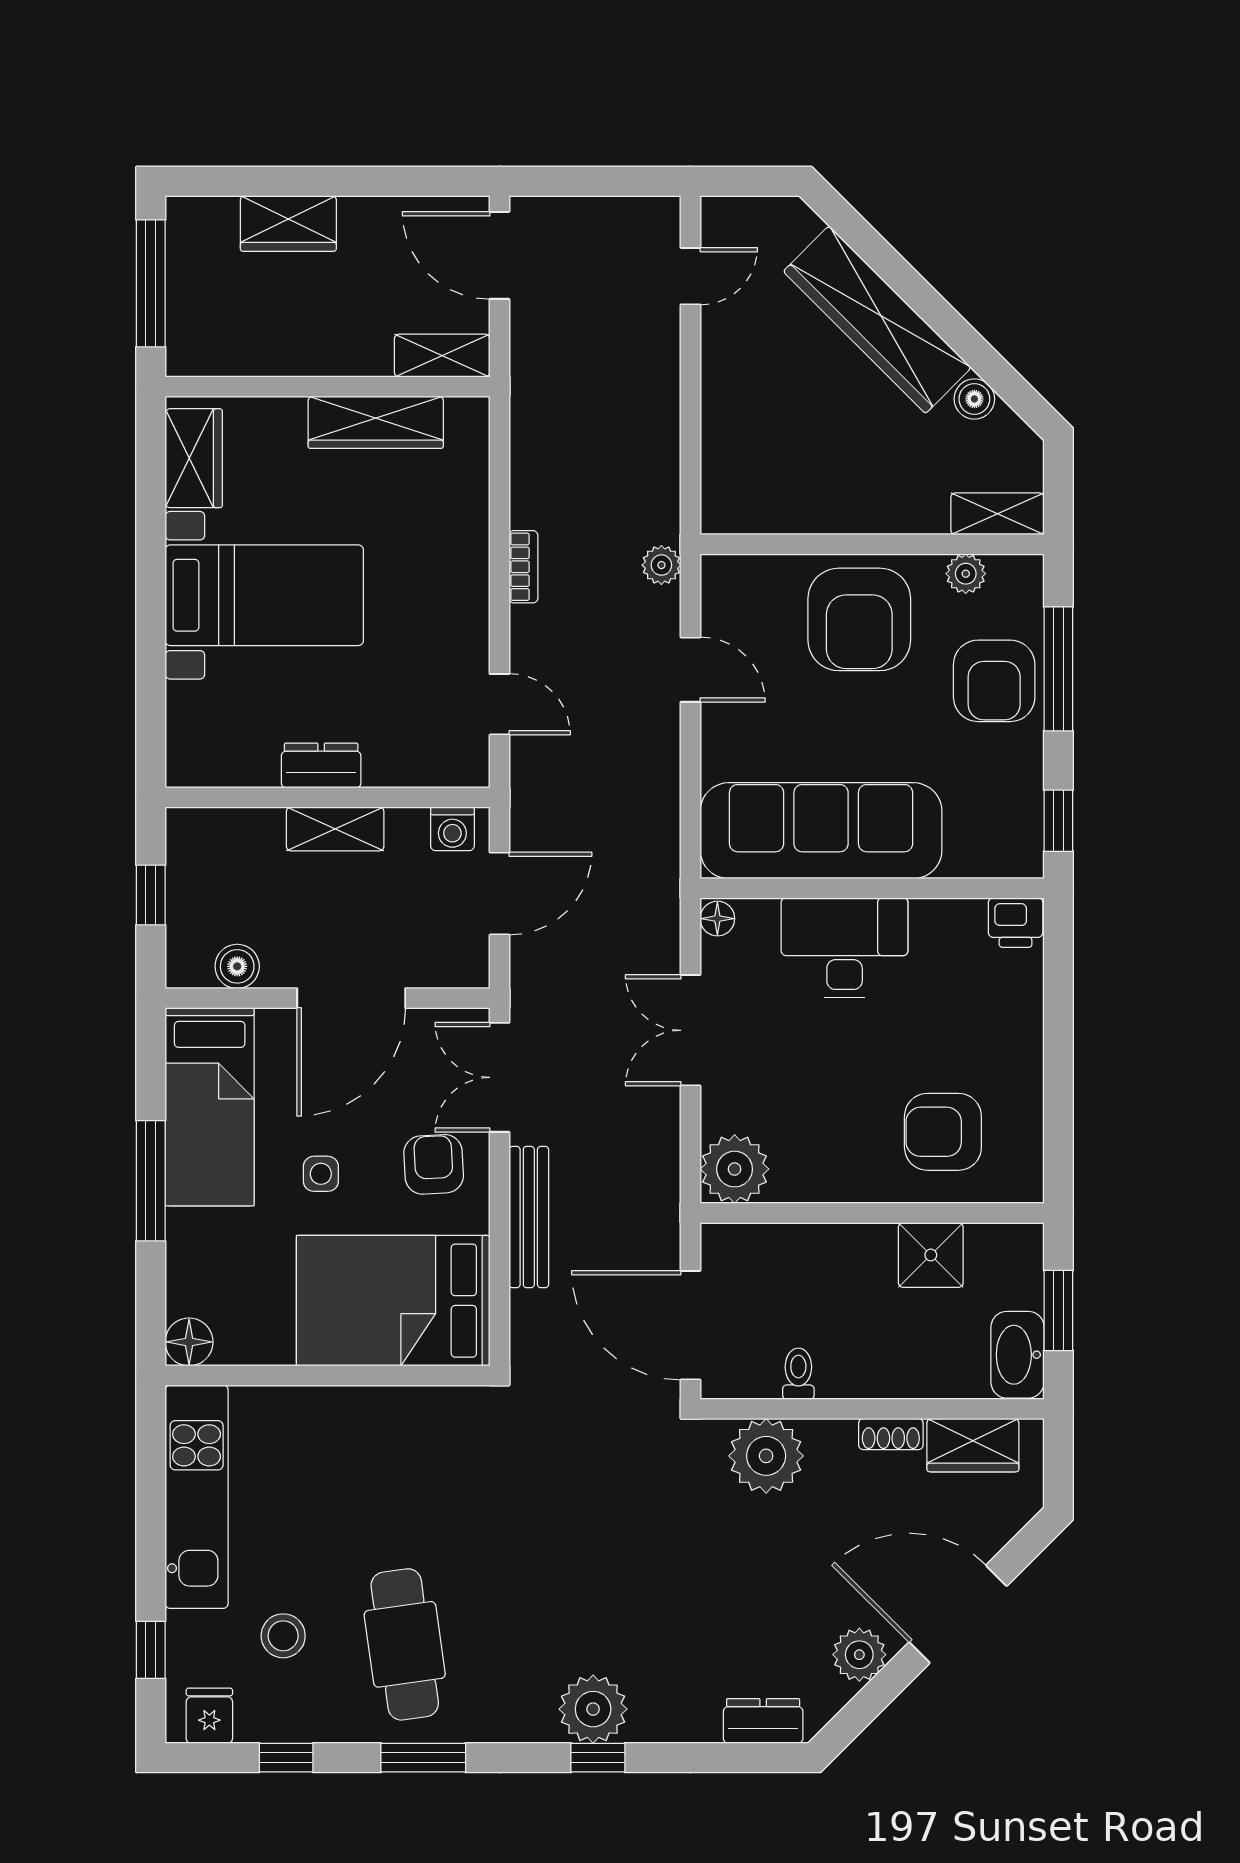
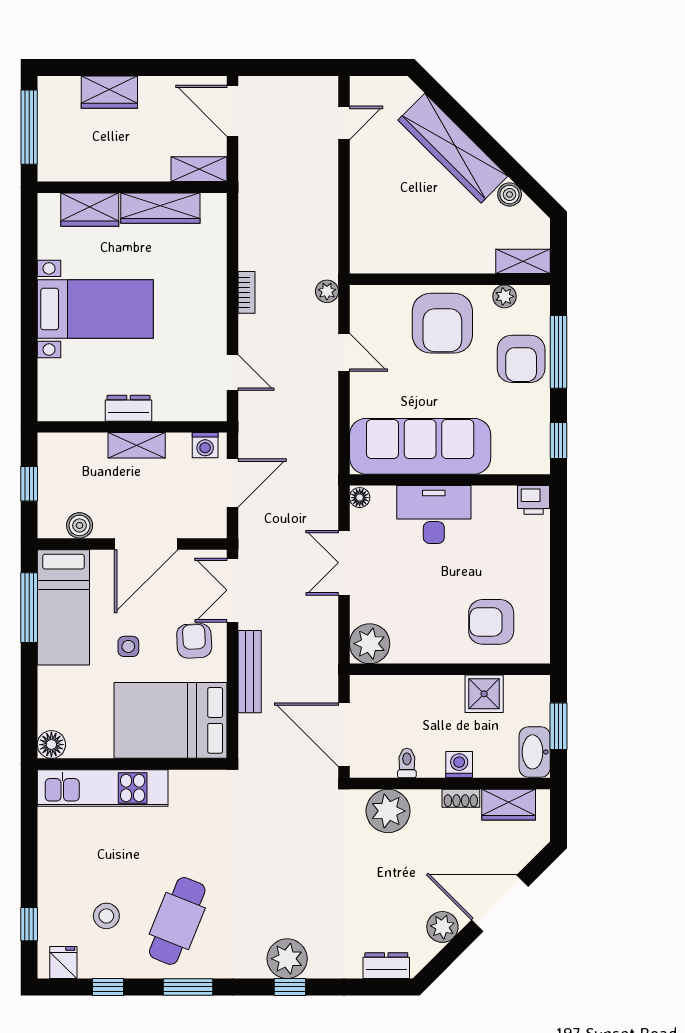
wardrobe: (194, 458) -> (90, 210), moved, turned 90
window: (151, 1181) -> (29, 608), moved
washing machine: (888, 1377) -> (459, 765), added
kitchen unit: (197, 1497) -> (103, 788), moved, turned 90
cafe table: (405, 1644) -> (177, 921), turned 30

